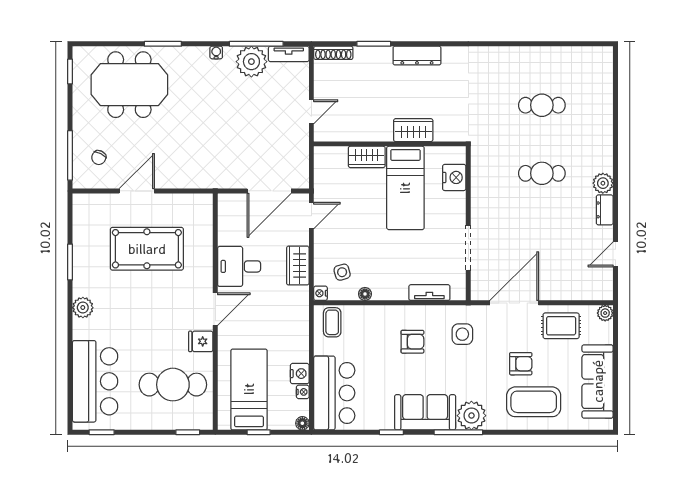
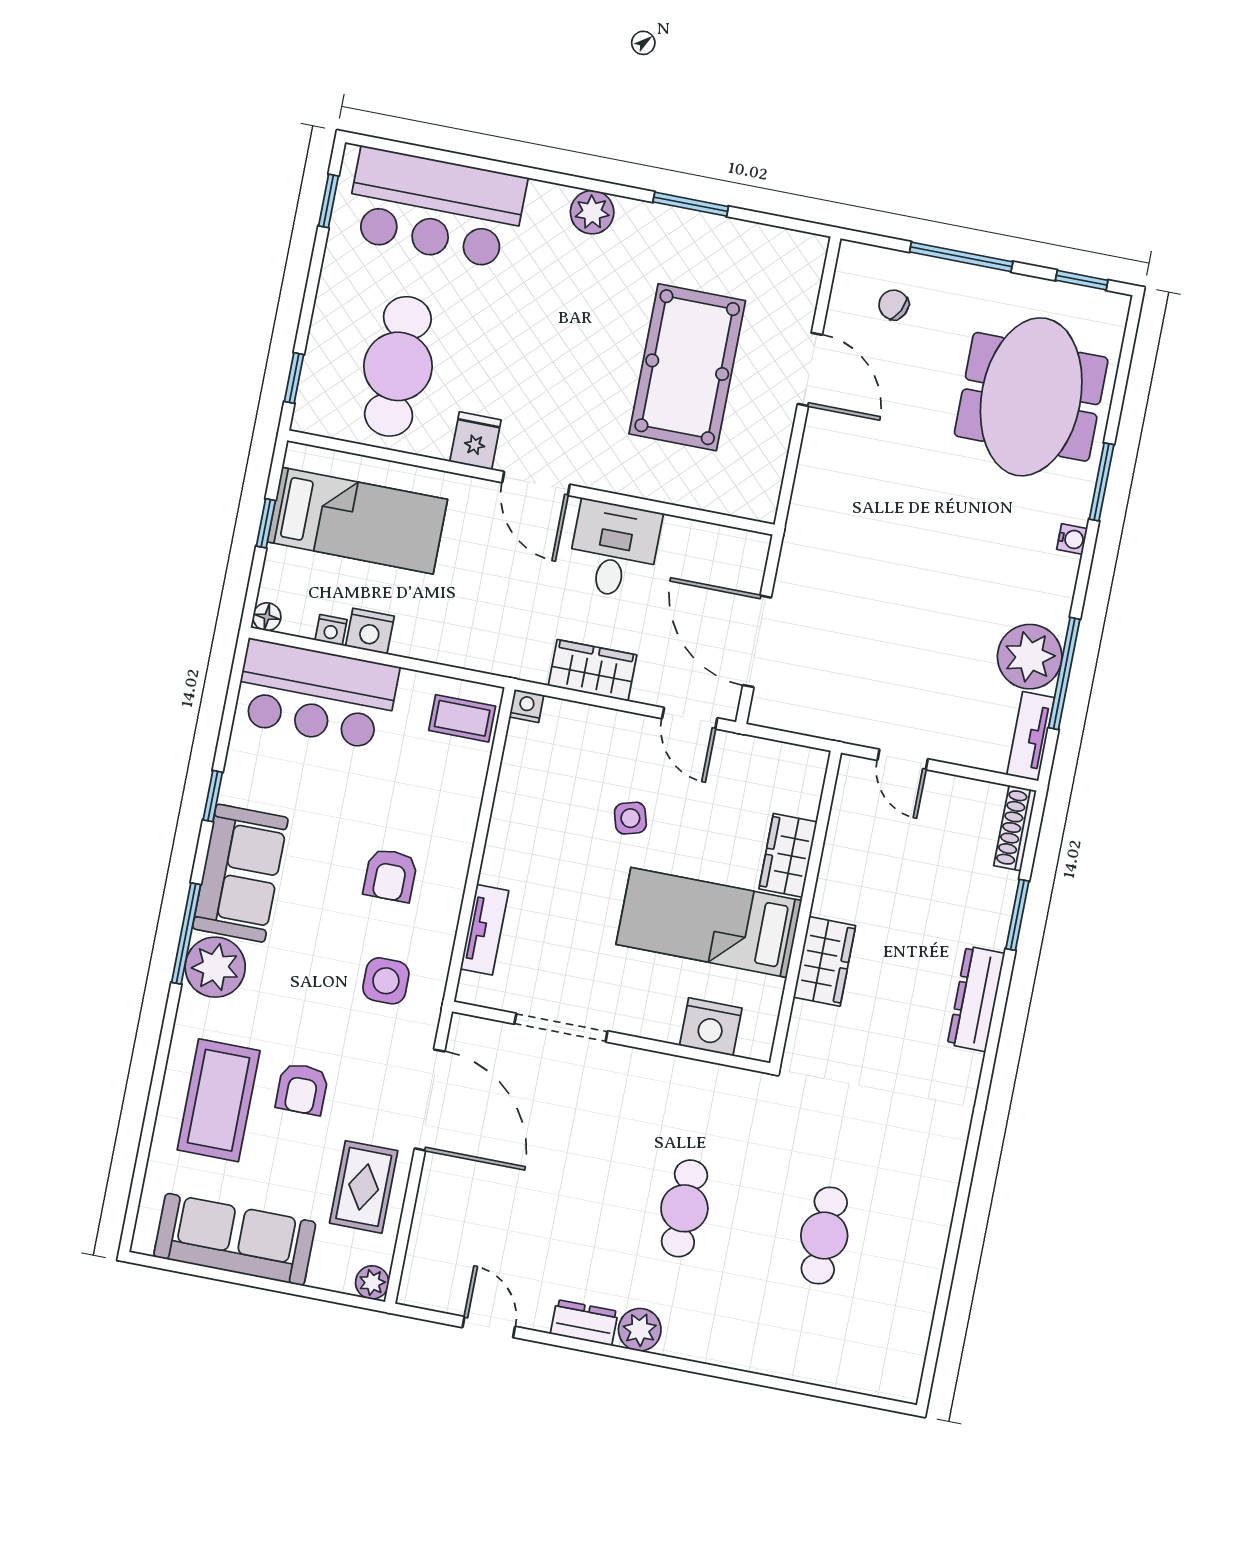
water cooler: (216, 52) -> (1072, 539), moved
window: (70, 155) -> (961, 257), moved
side table: (342, 272) -> (630, 818), moved
floor lamp: (365, 294) -> (507, 797), removed

